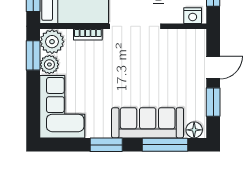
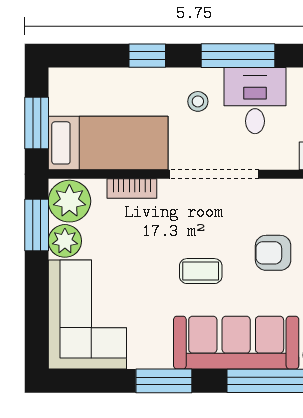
armchair: (169, 71) -> (273, 253), added
coffee table: (127, 82) -> (201, 271), added

